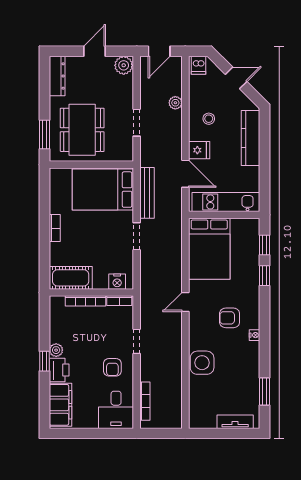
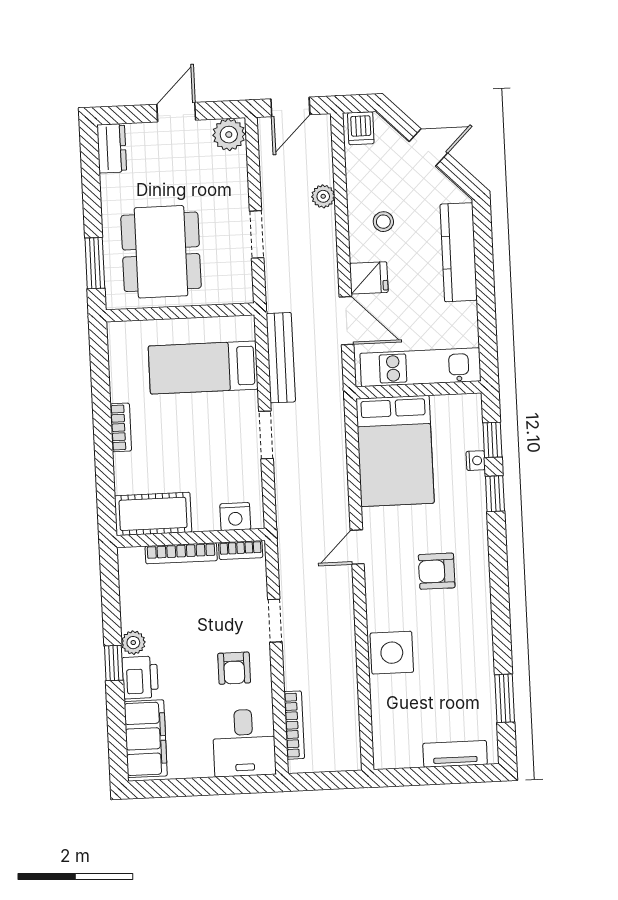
dresser: (57, 76) -> (112, 148), width x0.70
bed: (103, 190) -> (203, 368), width x0.67
nightstand: (255, 335) -> (476, 461), moved

